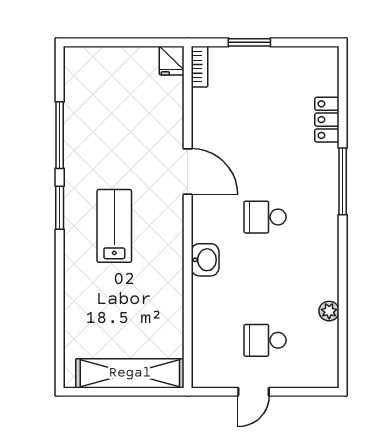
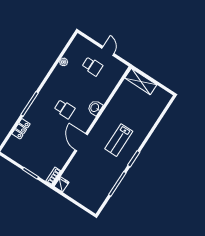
shelving: (130, 373) -> (141, 81), width x0.68
door: (254, 392) -> (108, 51), hinge flipped

